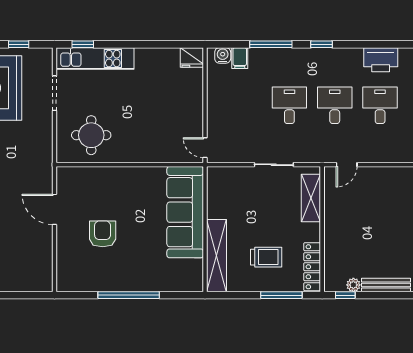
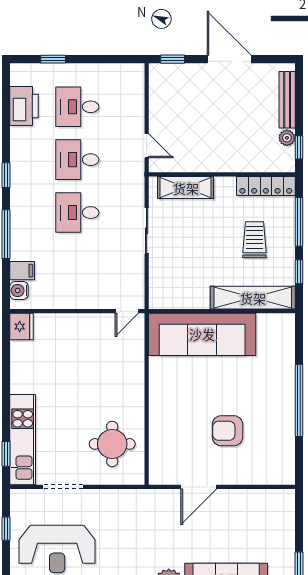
window: (239, 295) -> (299, 272), added

